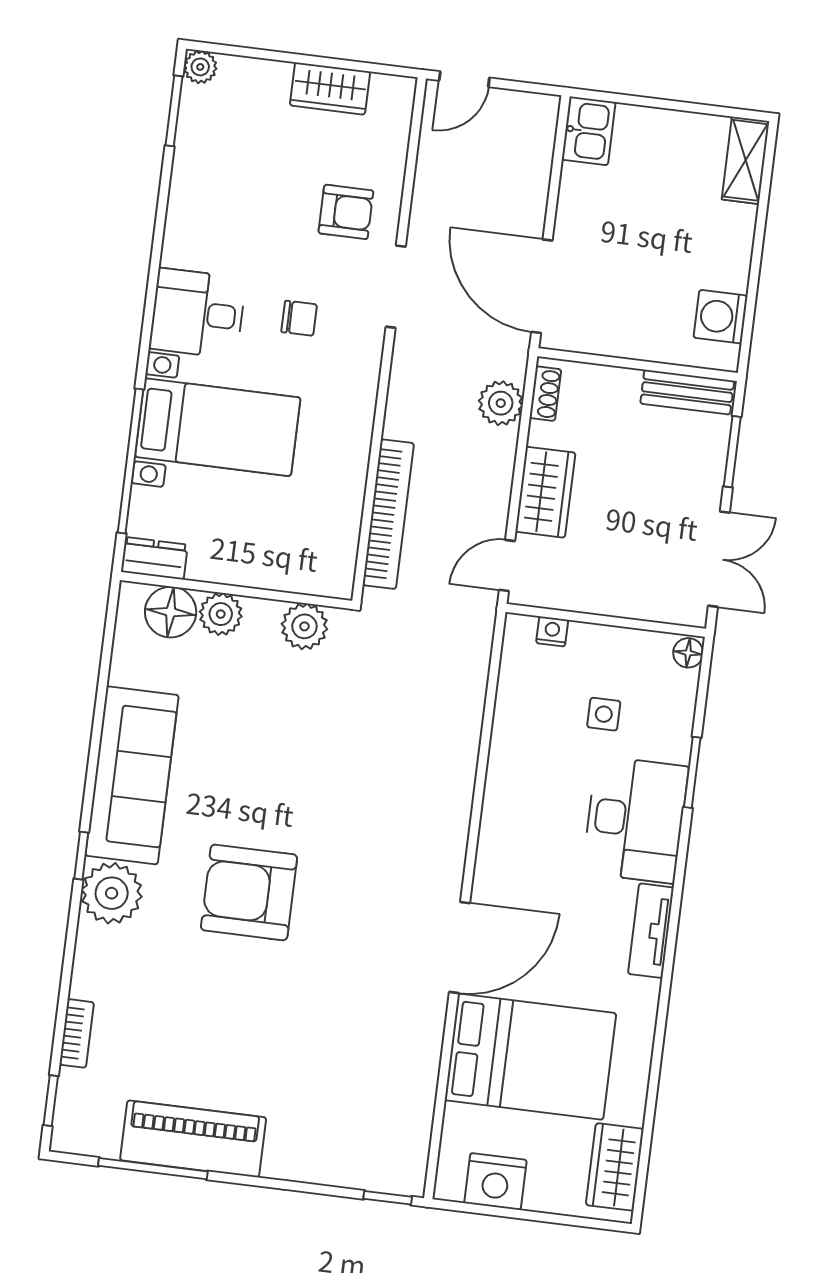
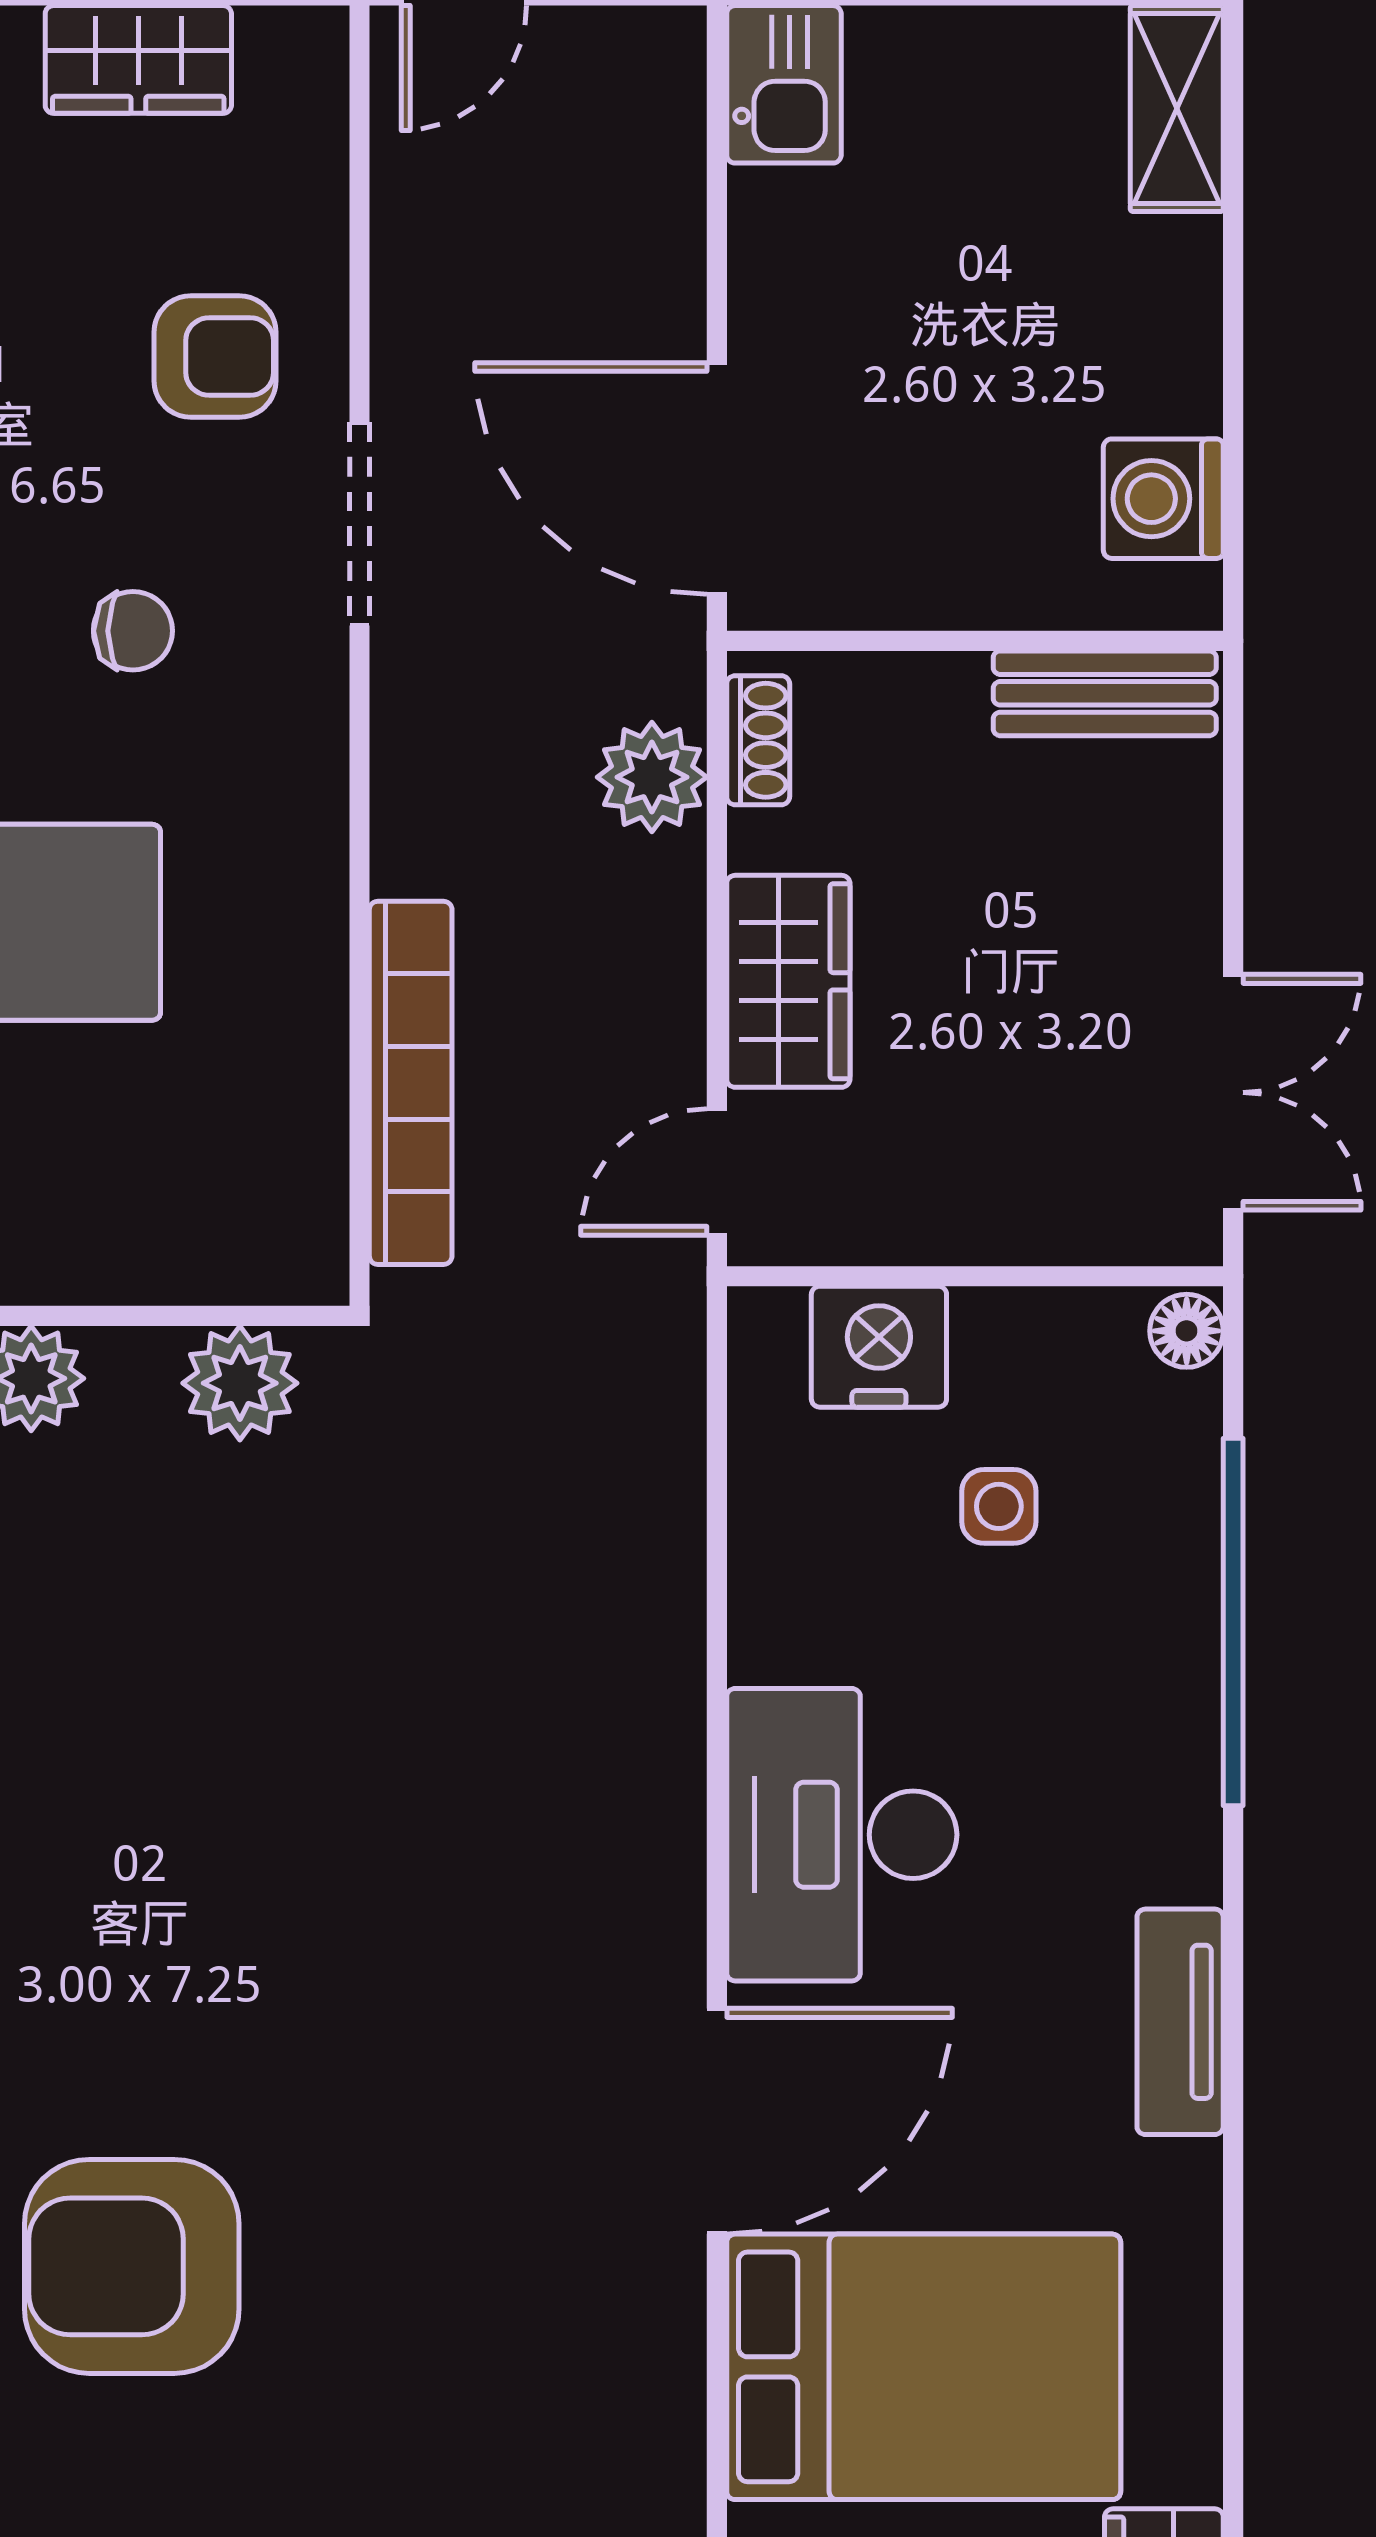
window: (732, 452) -> (1233, 825), removed
nightstand: (552, 631) -> (879, 1347), width x1.89, depth x1.79
window: (692, 772) -> (1233, 1622), width x2.11
desk: (635, 820) -> (842, 1835), moved, turned 180
armchair: (249, 892) -> (132, 2266), moved

